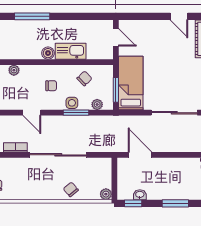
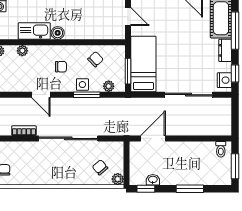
kitchen sink: (71, 51) -> (34, 31), moved
door: (140, 155) -> (153, 138), hinge flipped
chair: (71, 189) -> (100, 167), moved

